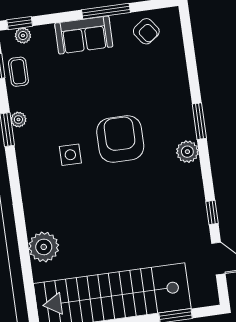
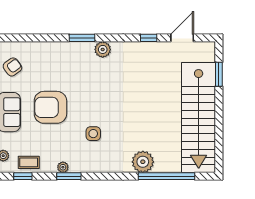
armchair: (120, 139) -> (50, 107), moved
plant: (44, 247) -> (143, 162), moved
window: (26, 263) -> (167, 176), added

